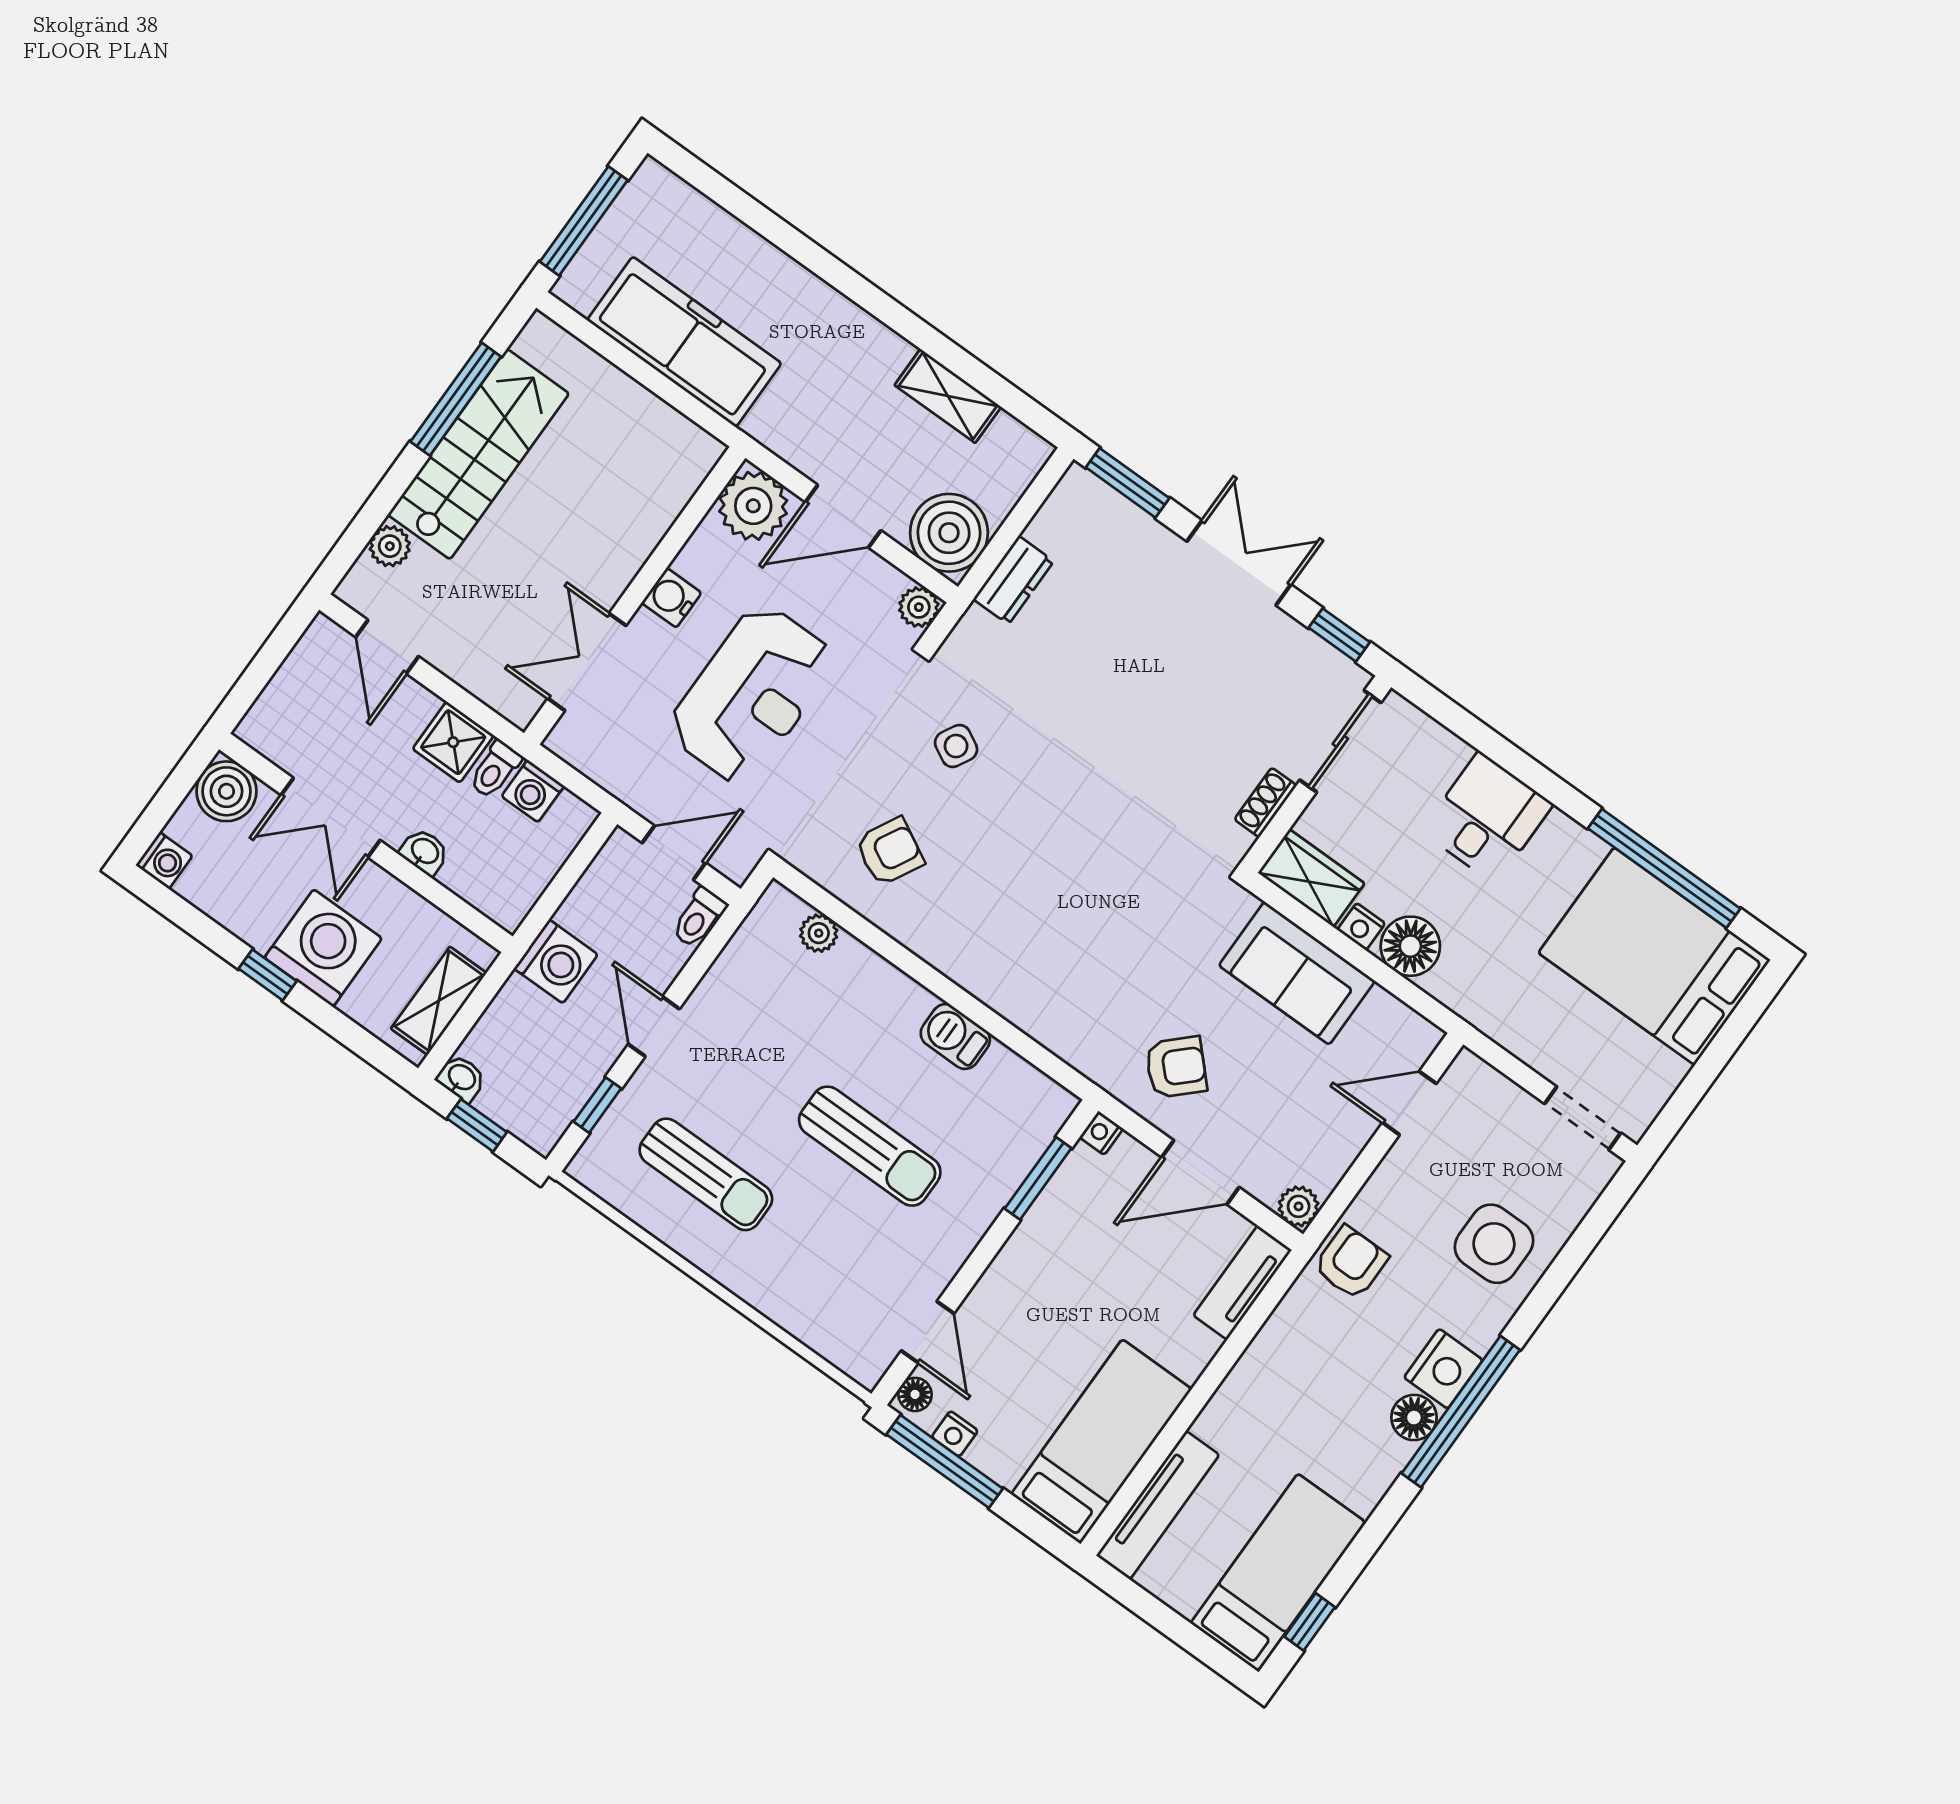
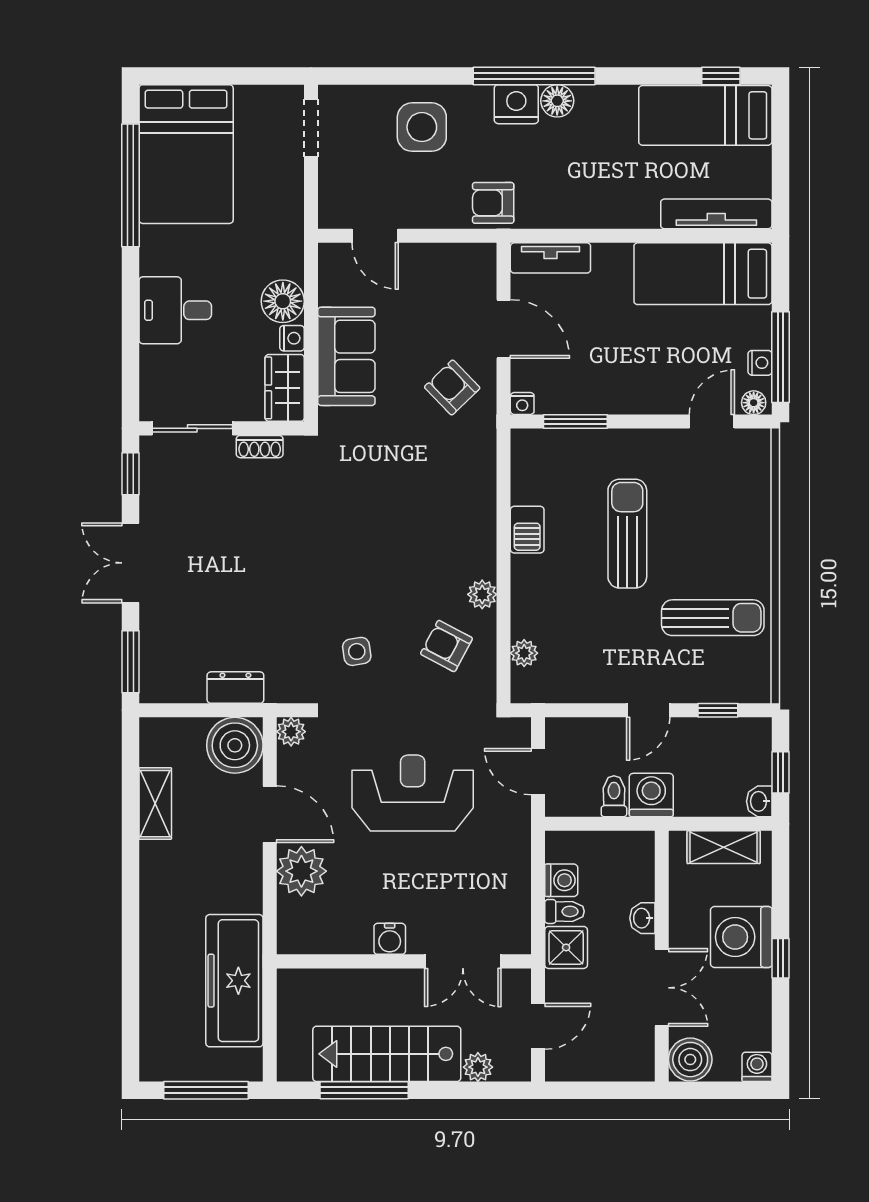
wall: (635, 596) -> (404, 961), moved
water cooler: (672, 598) -> (390, 939), moved
double door: (587, 662) -> (463, 961), moved
side table: (956, 746) -> (357, 651), turned -37
toilet: (699, 918) -> (614, 796), moved, turned -90
sun lounger: (706, 1174) -> (713, 618), turned 90
plant: (1299, 1206) -> (482, 594), moved

